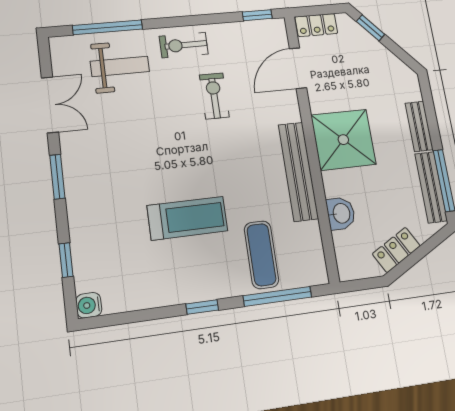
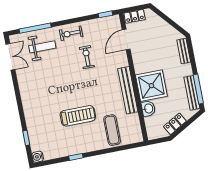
window: (371, 28) -> (162, 15), removed
double door: (50, 105) -> (10, 57), moved
bench: (419, 126) -> (184, 51), moved
shower: (343, 140) -> (151, 86), moved
window: (57, 177) -> (19, 101), removed
window: (277, 296) -> (120, 148), removed
window: (202, 307) -> (76, 157), moved

